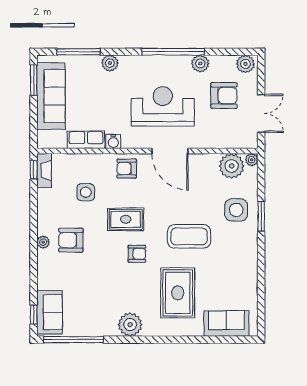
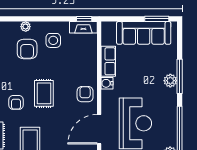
window: (79, 52) -> (180, 76), moved
side table: (86, 192) -> (53, 40), moved
armchair: (71, 240) -> (27, 49), turned 180

